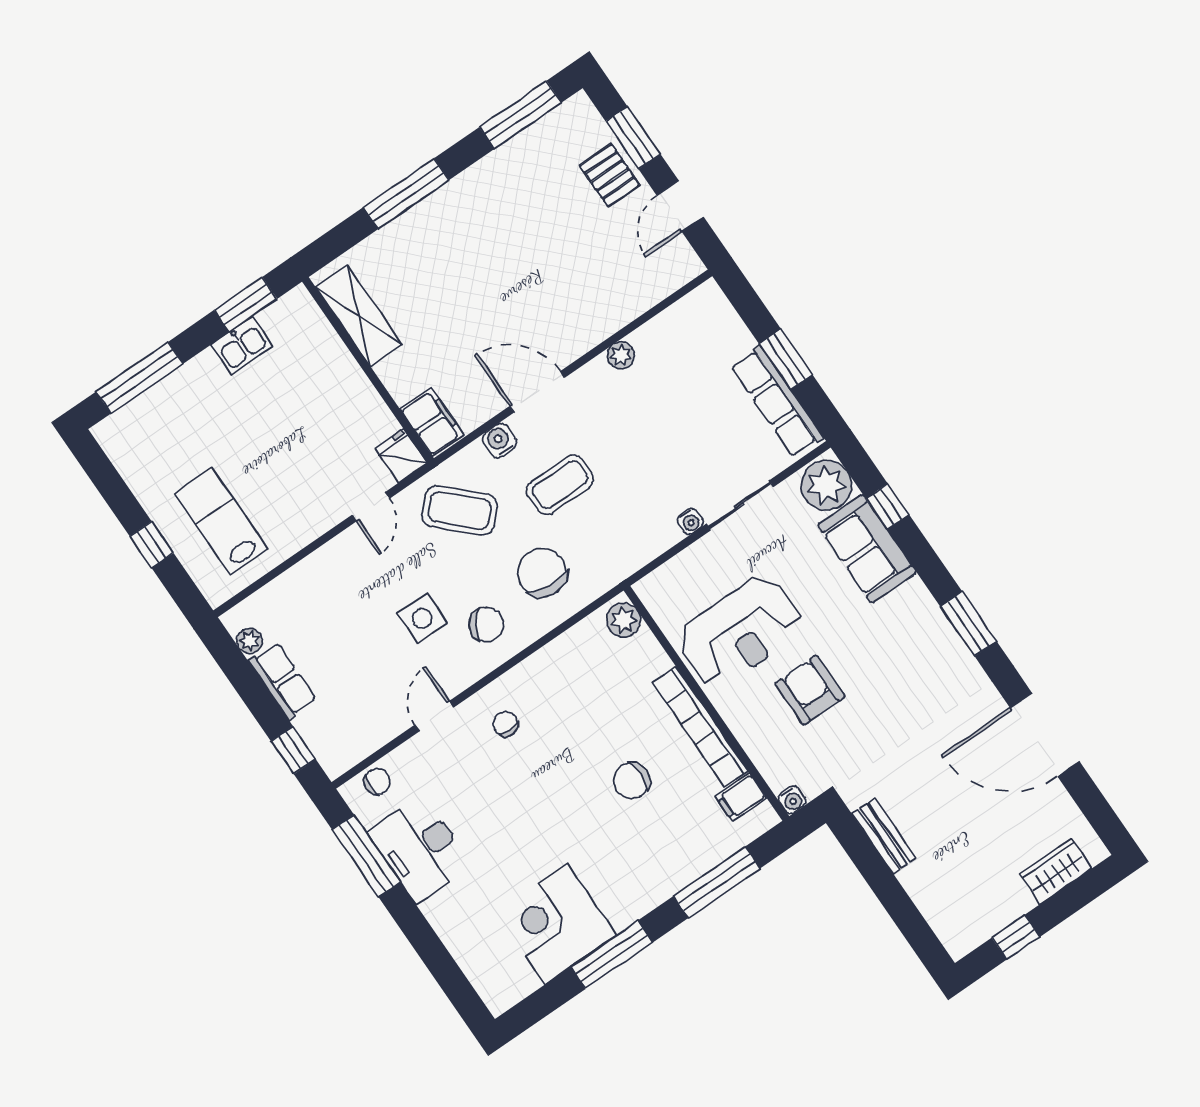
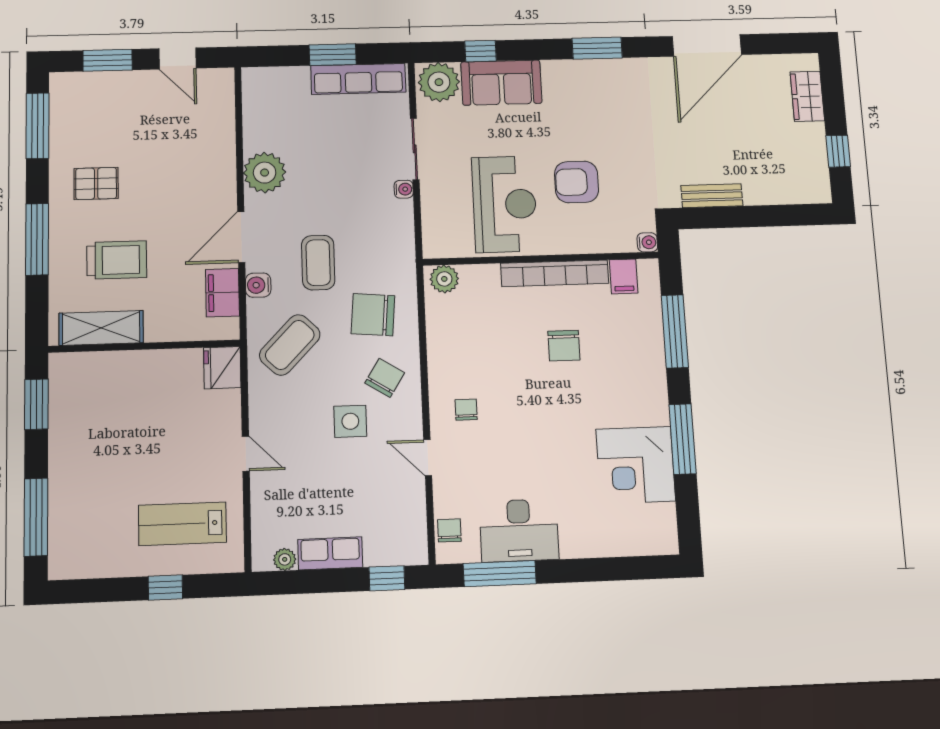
pallet: (610, 175) -> (96, 184), moved
trolley: (436, 285) -> (117, 260), added
kitchen sink: (242, 345) -> (64, 426), removed
plant: (621, 355) -> (265, 173), width x1.88, depth x1.88
filing cabinet: (432, 422) -> (223, 293), moved, turned -90
fridge: (401, 456) -> (222, 368), width x1.38
door: (371, 507) -> (246, 454), moved
chair: (505, 724) -> (466, 410), turned 90

